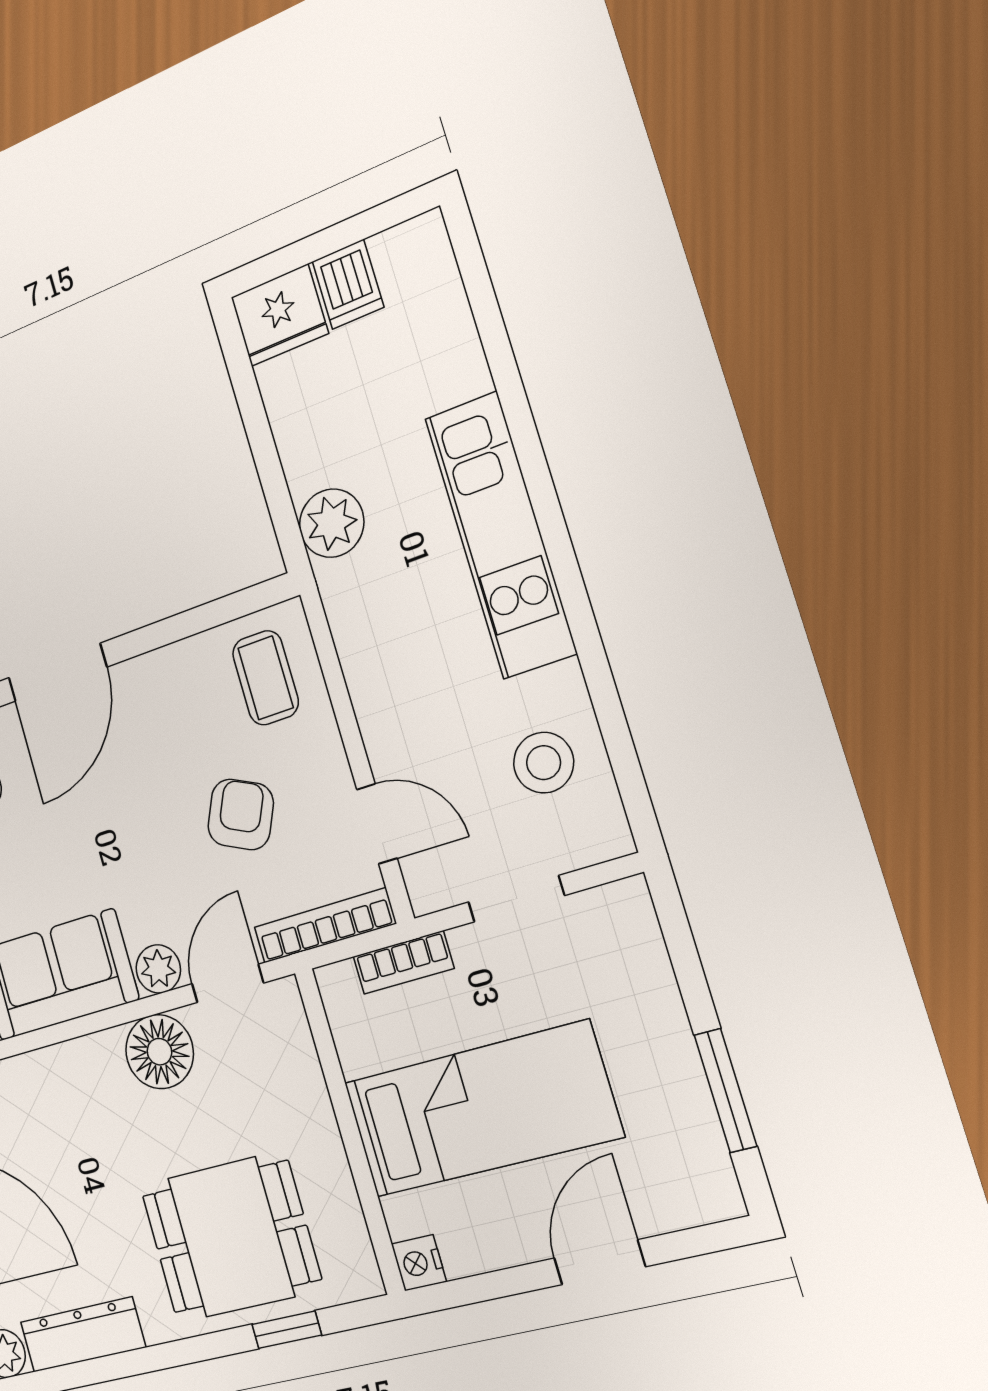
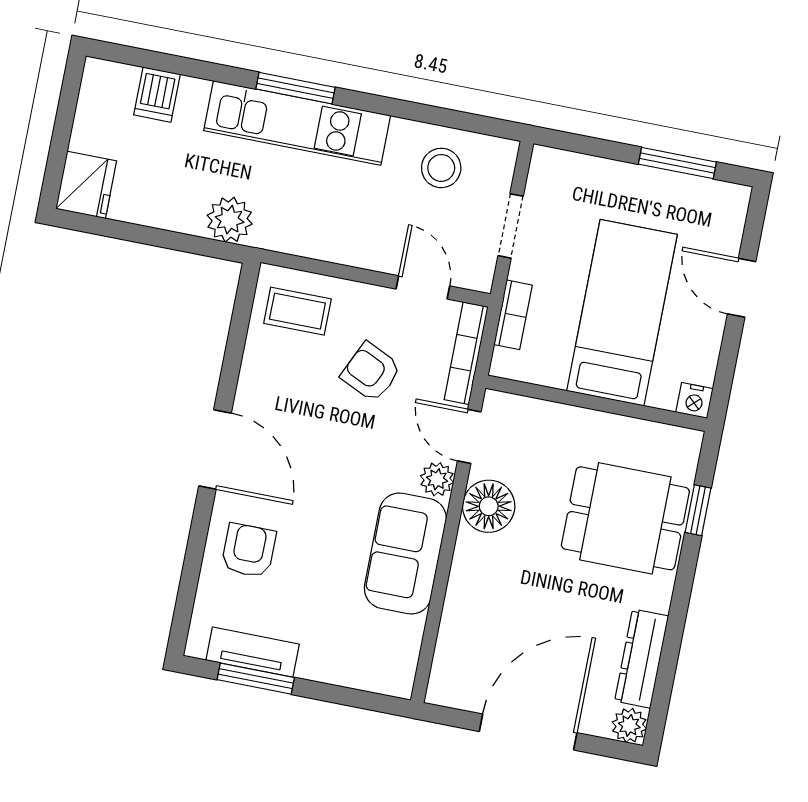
dishwasher: (348, 284) -> (157, 95), moved, turned 90
window: (546, 505) -> (295, 88), added
door: (377, 824) -> (423, 287), hinge flipped
dining table: (231, 1237) -> (625, 518), turned 90

